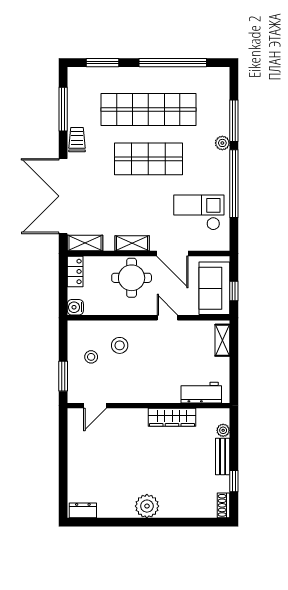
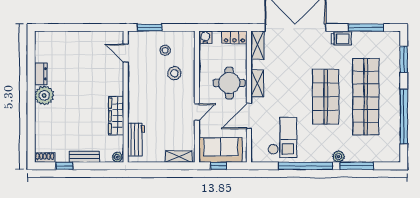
plant: (223, 430) -> (117, 157), moved
dresser: (83, 510) -> (41, 74), moved

